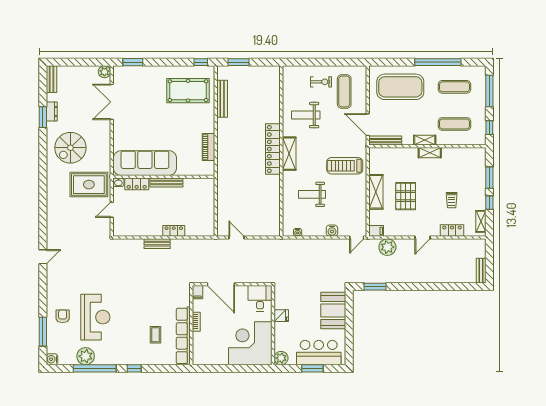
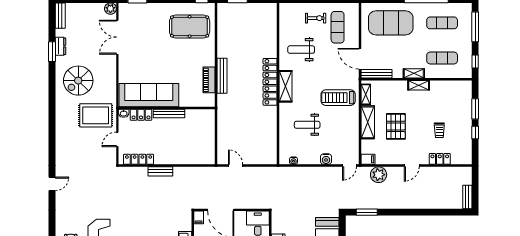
bench: (222, 99) -> (222, 76), moved
shelving: (481, 221) -> (366, 94), moved
locker: (174, 231) -> (139, 159), moved, width x1.53

